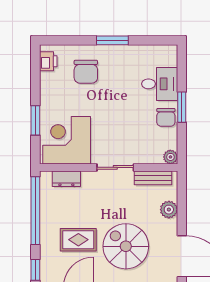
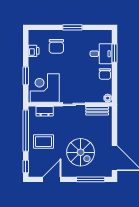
printer: (48, 61) -> (34, 51), moved
window: (182, 107) -> (115, 53), moved
plant: (169, 210) -> (107, 130), removed
rug: (78, 240) -> (44, 142), moved
spiral stairs: (126, 246) -> (81, 152), turned 180

